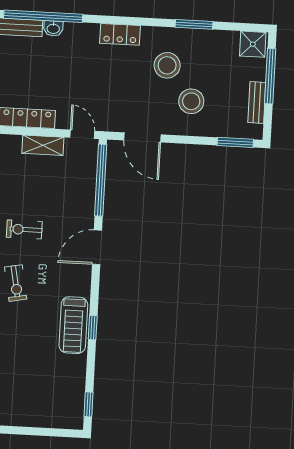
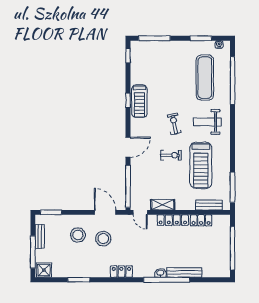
stool: (167, 65) -> (103, 239), moved
treadmill: (73, 325) -> (139, 101), turned 180
window: (42, 432) -> (154, 38), added

